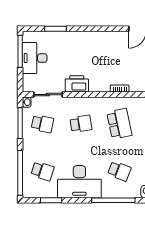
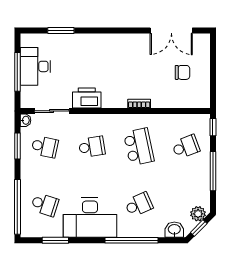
window: (20, 51) -> (17, 72), moved
window: (20, 123) -> (17, 146), width x0.69
school desk: (119, 171) -> (139, 205), turned -45

